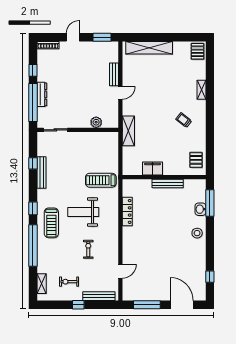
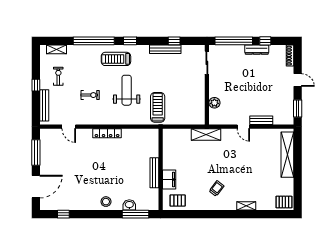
dresser: (42, 94) -> (257, 50), moved
filing cabinet: (152, 169) -> (169, 179), moved
locker: (127, 211) -> (107, 133), moved

